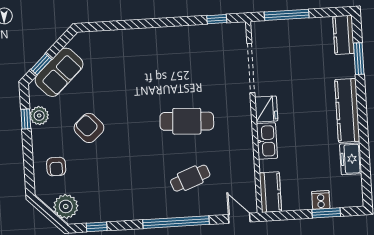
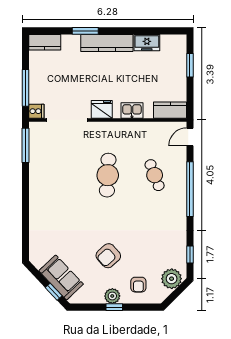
window: (217, 19) -> (25, 145), width x2.17
window: (359, 59) -> (85, 31), moved
plant: (39, 116) -> (112, 296), moved
window: (26, 119) -> (114, 307), moved
kitchen sink: (267, 141) -> (132, 110), width x0.73
armchair: (56, 167) -> (138, 285), turned 90
cooker: (321, 200) -> (36, 111), moved, turned 180

